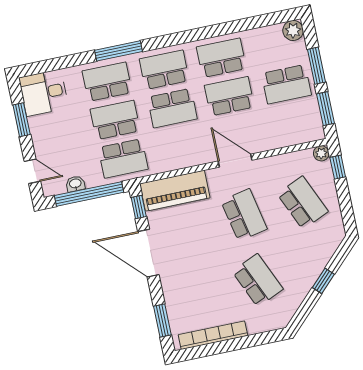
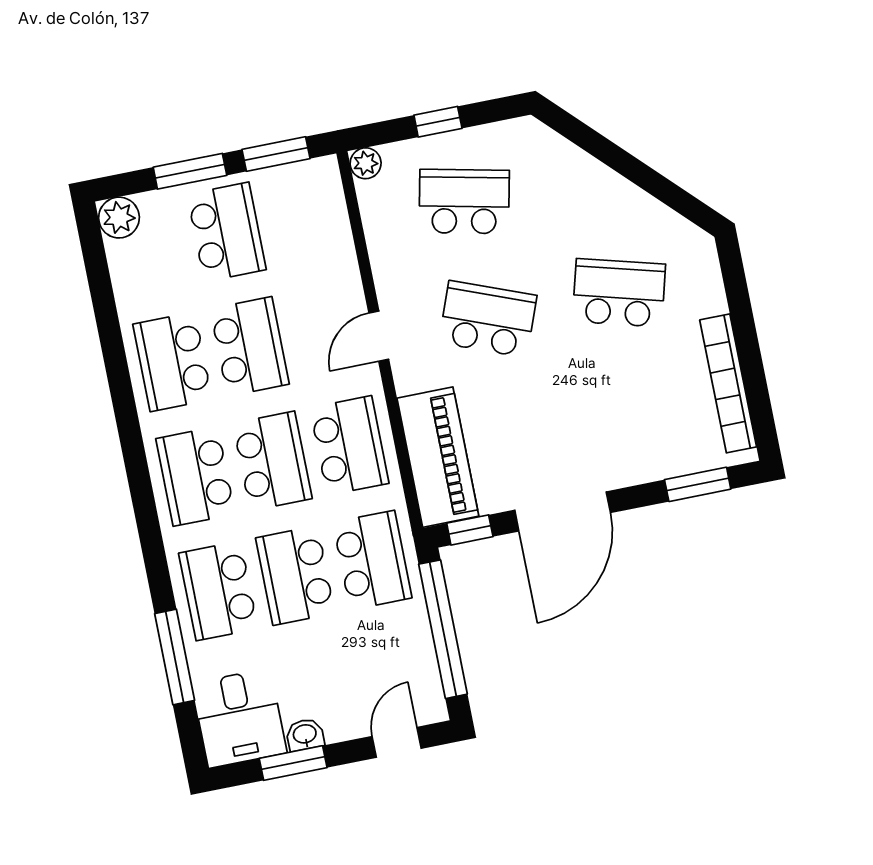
window: (118, 51) -> (175, 657), moved
school desk: (229, 96) -> (250, 346), turned 180
school desk: (180, 146) -> (349, 446), added
door: (235, 161) -> (379, 336), width x0.73
window: (338, 167) -> (438, 122), moved
washbasin: (75, 184) -> (305, 735), moved, turned 90
school desk: (303, 203) -> (464, 201), turned 36
school desk: (244, 215) -> (488, 319), turned 33
school desk: (258, 280) -> (619, 293), turned 39
window: (323, 281) -> (621, 161), removed

